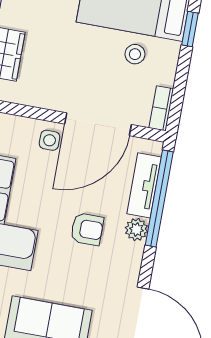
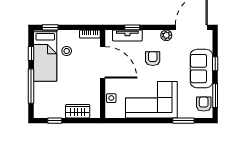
side table: (50, 140) -> (111, 98), moved
window: (159, 199) -> (132, 27), width x0.32
plant: (136, 230) -> (166, 35), moved

